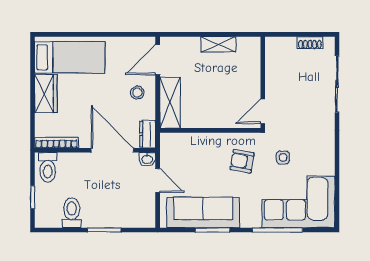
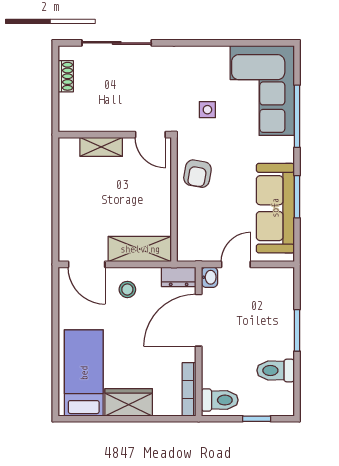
shelving: (218, 44) -> (101, 147), moved, turned 90
armchair: (242, 161) -> (197, 174), moved

